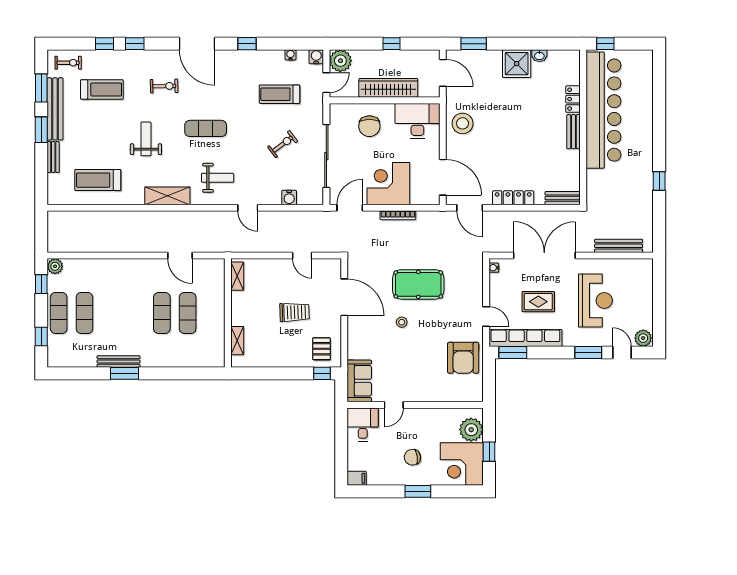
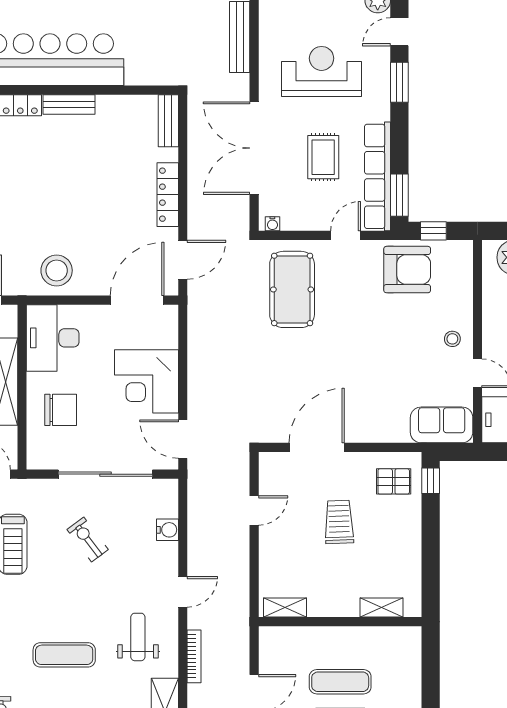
exercise mat: (206, 128) -> (64, 655), turned 90
bookcase: (398, 215) -> (194, 656), moved
pool table: (418, 284) -> (292, 289), moved
stool: (402, 322) -> (452, 339), moved
window: (489, 375) -> (433, 231), added

